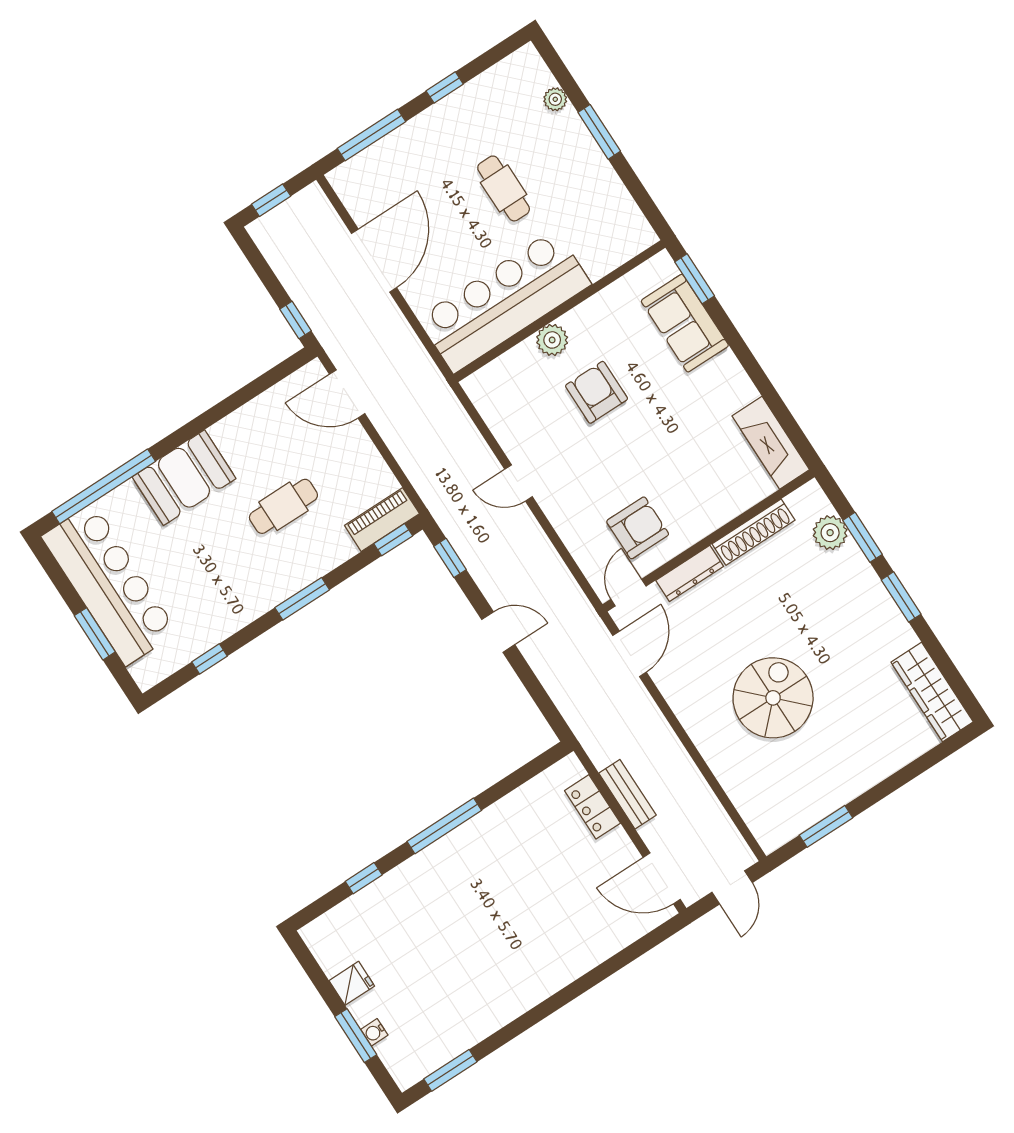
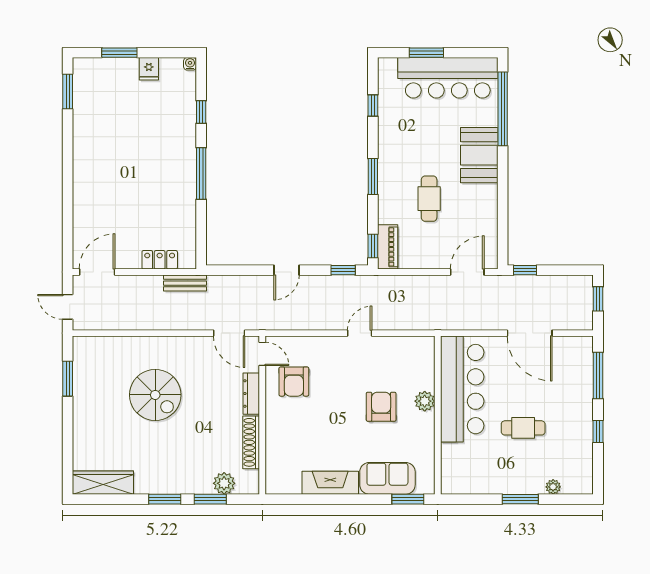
armchair: (597, 392) -> (381, 407), turned -90
fireplace: (771, 443) -> (330, 483), moved
bench: (627, 794) -> (185, 283), moved
water cooler: (374, 1032) -> (190, 64), moved

